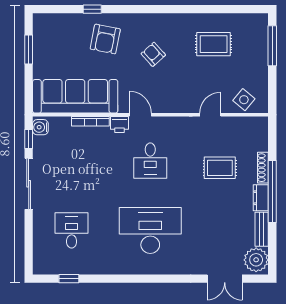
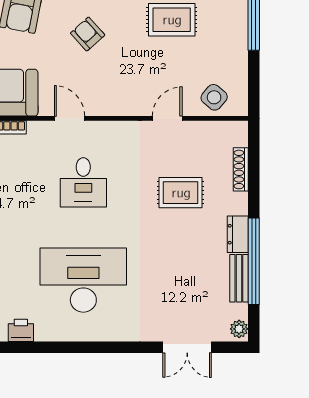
printer: (119, 125) -> (21, 330), moved, turned 180
shoe rack: (263, 168) -> (241, 169), moved
window: (272, 192) -> (254, 261), moved
plant: (256, 260) -> (239, 329), width x0.53, depth x0.53

